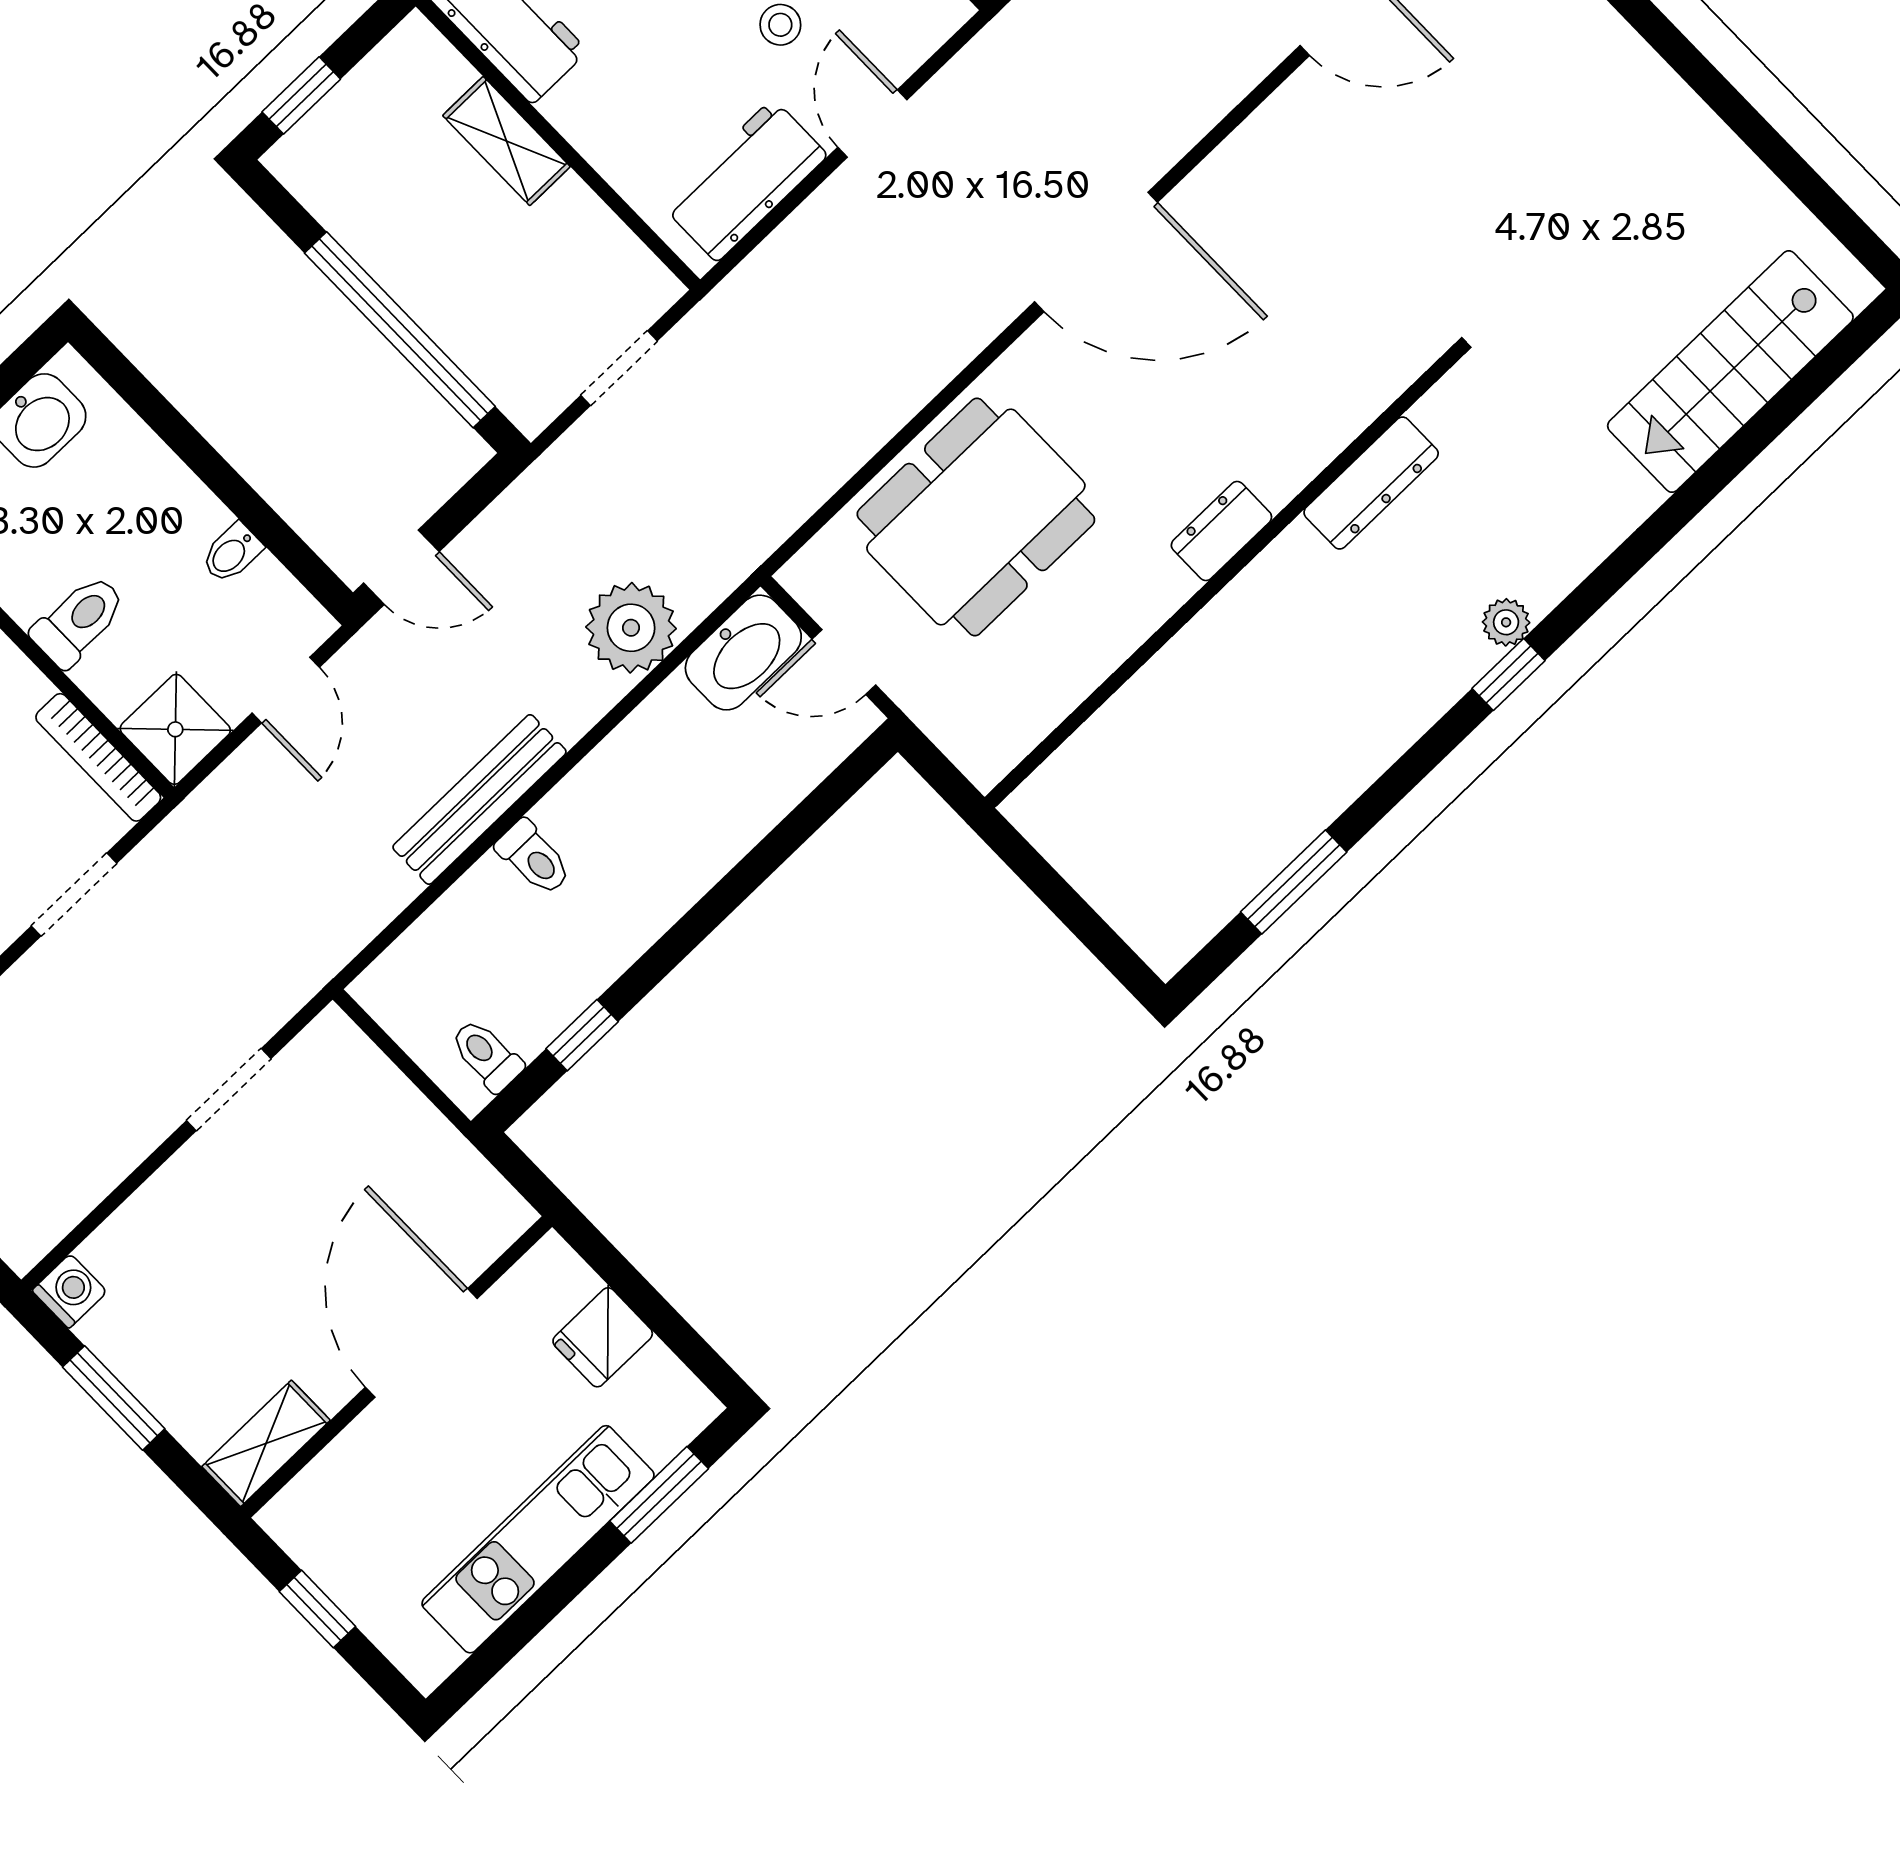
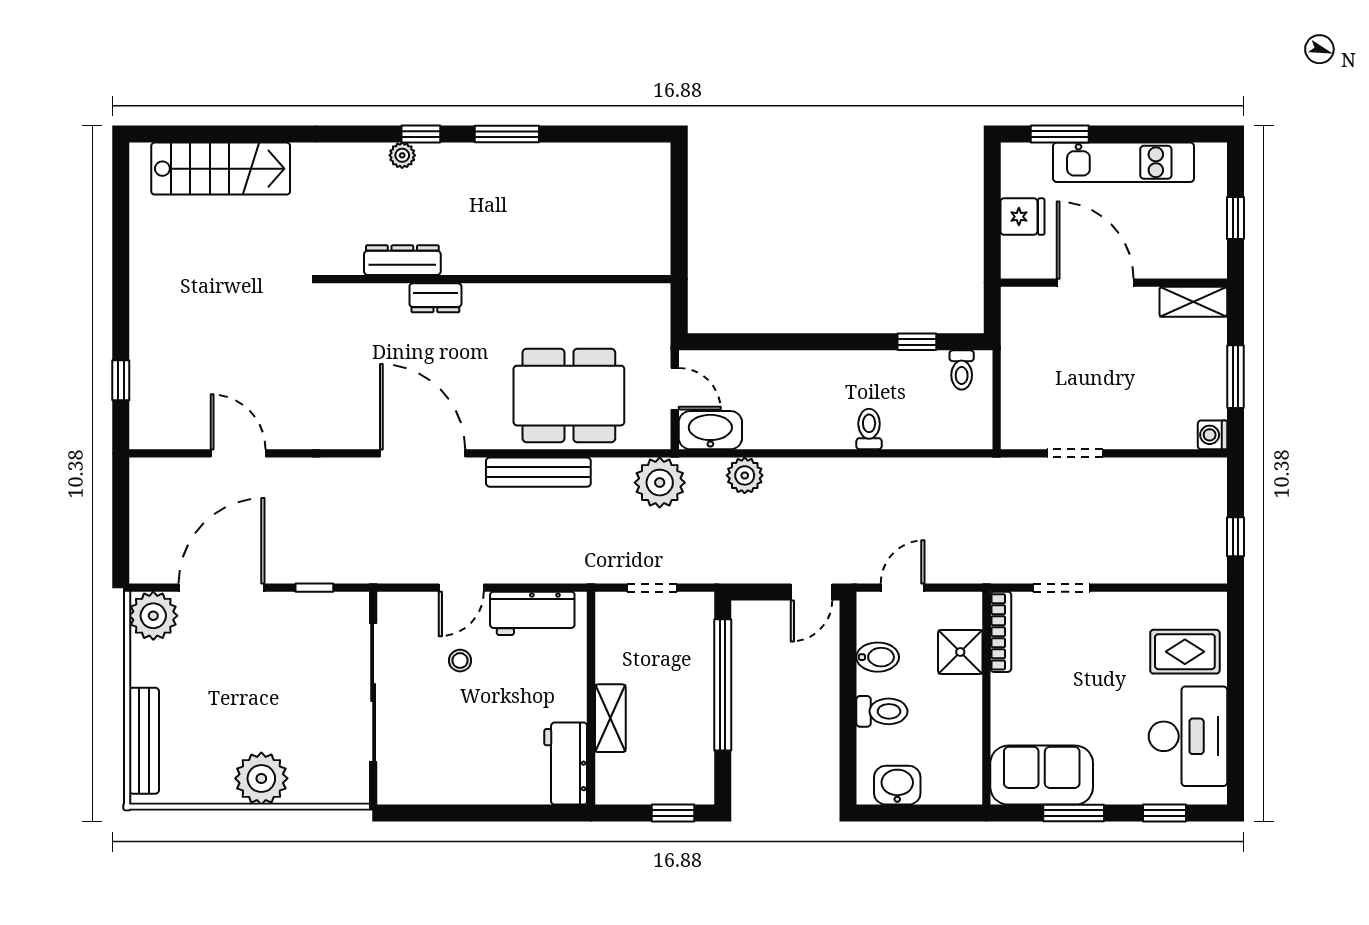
plant: (743, 518) -> (660, 483), added
dresser: (1221, 531) -> (435, 298), moved
bidet: (232, 553) -> (878, 657), width x1.38, depth x1.36
door: (401, 567) -> (811, 592), swing flipped
toilet: (79, 621) -> (882, 711), moved, turned 180
plant: (631, 628) -> (745, 475), width x0.73, depth x0.73
shower: (175, 729) -> (960, 652), moved
bench: (480, 799) -> (538, 472), moved
window: (1294, 882) -> (507, 134), moved
door: (421, 1343) -> (1095, 283), swing flipped

